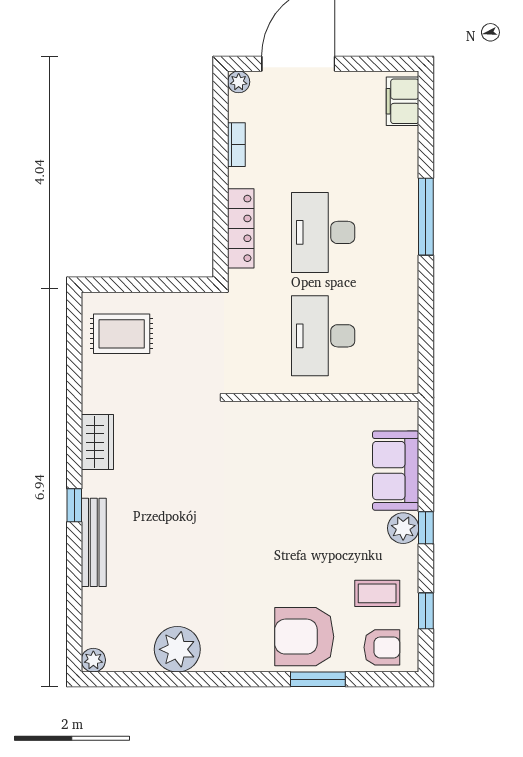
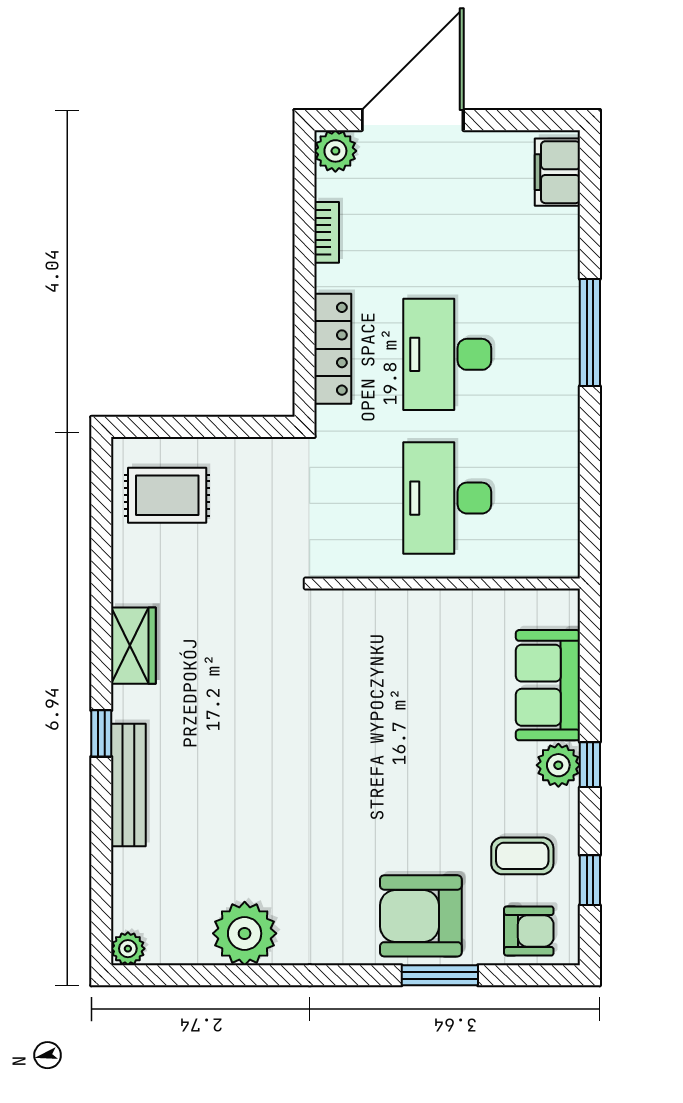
plant: (239, 82) -> (335, 151), width x1.38, depth x1.38

